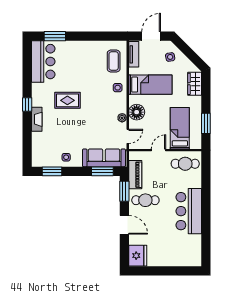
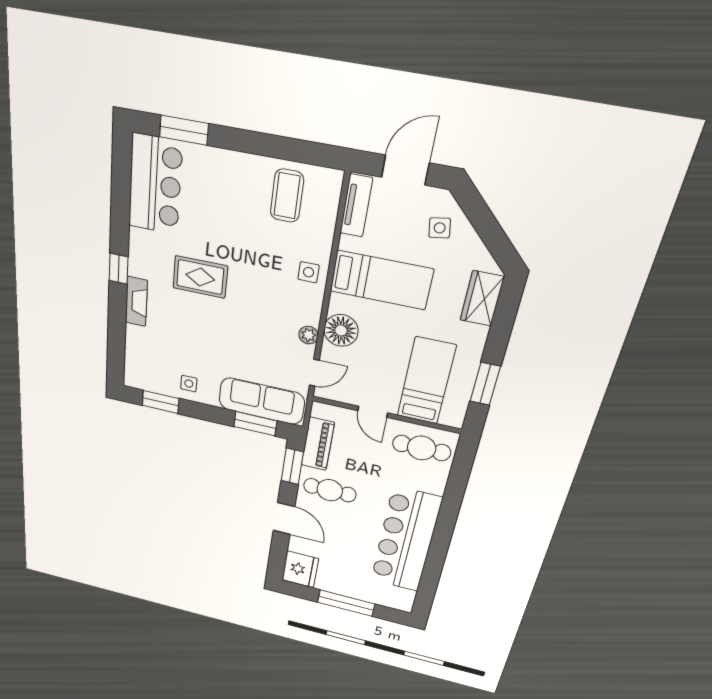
coffee table: (114, 61) -> (287, 196), moved
door: (159, 150) -> (373, 412), swing flipped
bar counter: (189, 211) -> (406, 540), width x1.36
window: (166, 271) -> (346, 603), added

